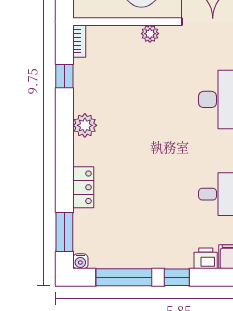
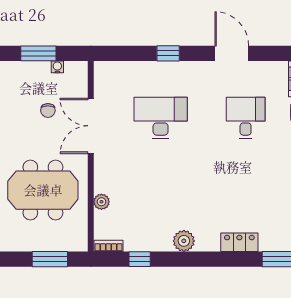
plant: (150, 34) -> (101, 202), moved

